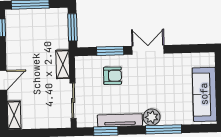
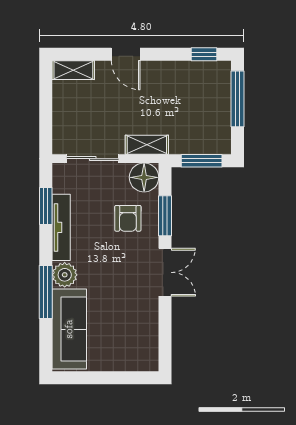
floor lamp: (85, 66) -> (144, 177), added
sofa: (204, 94) -> (69, 329), moved, turned 90

